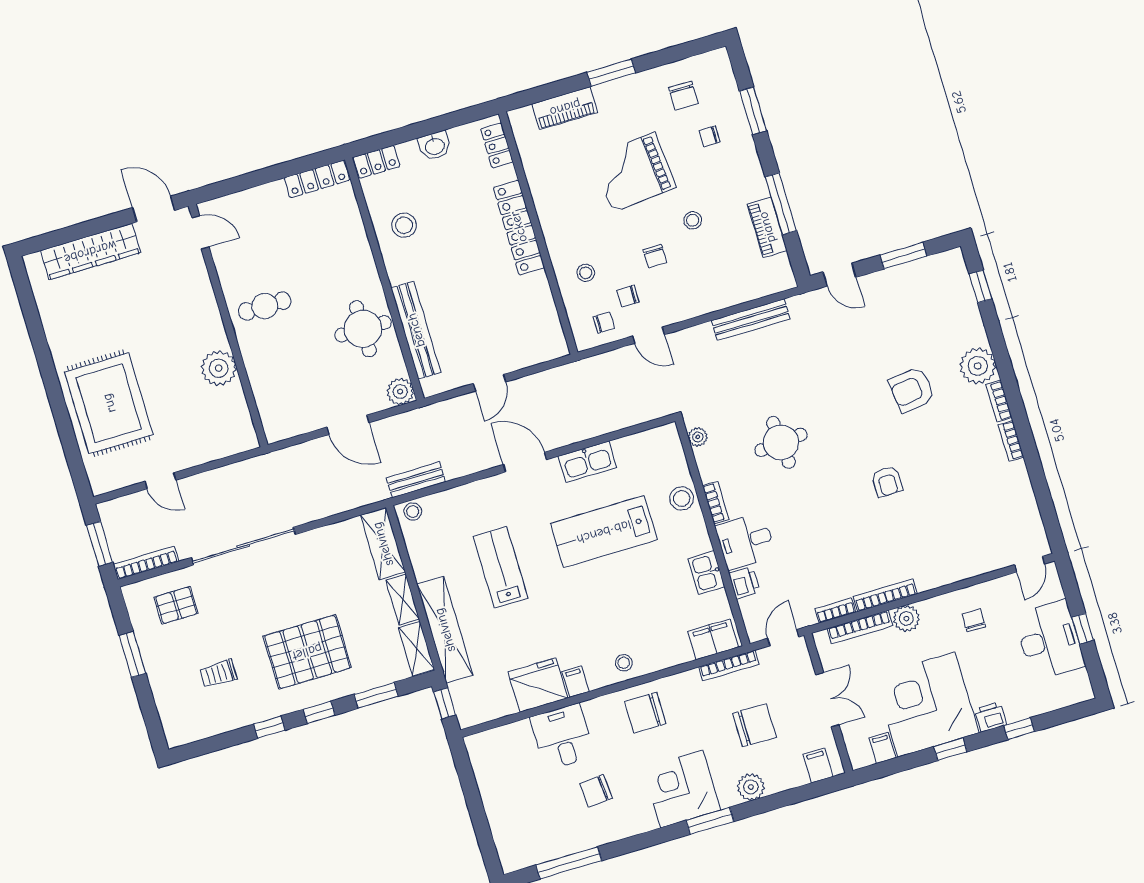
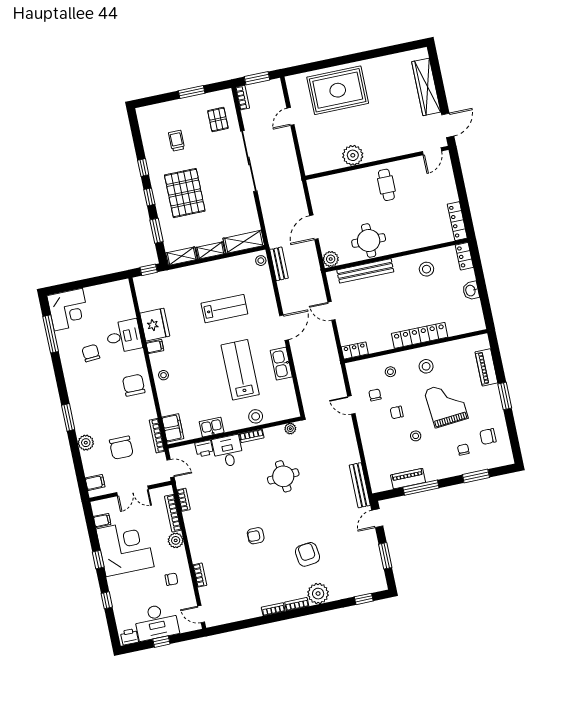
locker: (497, 145) -> (355, 350), moved
stool: (571, 212) -> (426, 366), added
bench: (751, 320) -> (360, 485), moved
chair: (604, 323) -> (361, 380), removed
door: (648, 335) -> (351, 405), hinge flipped
bookcase: (146, 563) -> (242, 98), width x0.64
bookcase: (885, 595) -> (200, 575), moved, width x0.64
shelving: (445, 630) -> (191, 273), removed
printer: (990, 717) -> (129, 637), moved, turned -90
corner desk: (682, 789) -> (68, 310), moved, turned 90

